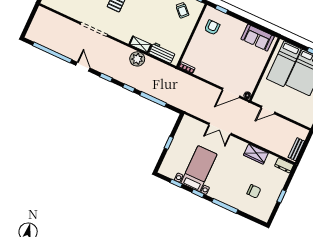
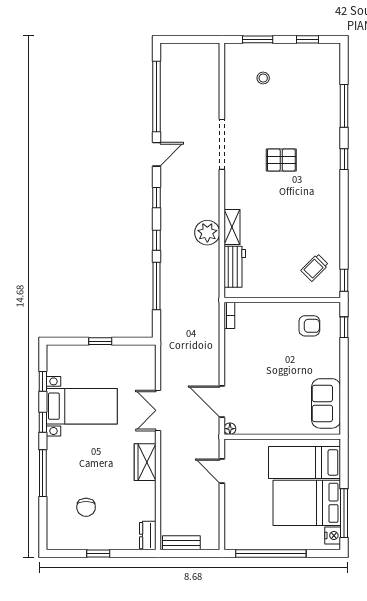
wardrobe: (256, 154) -> (145, 462), moved

